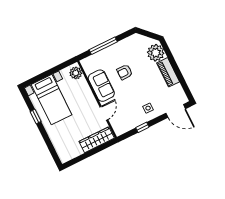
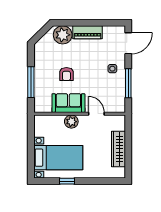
plant: (76, 73) -> (71, 122), moved
window: (142, 127) -> (128, 83), width x2.17
wardrobe: (97, 140) -> (118, 149), moved

